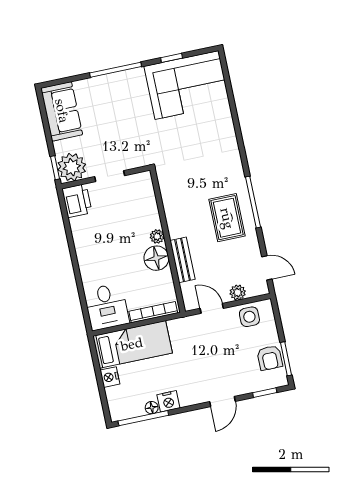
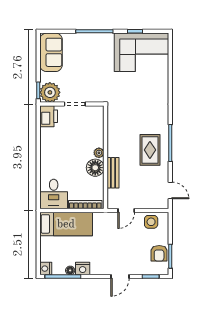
plant: (238, 293) -> (146, 203), removed
door: (212, 308) -> (126, 211), swing flipped
nightstand: (110, 377) -> (46, 269), moved

